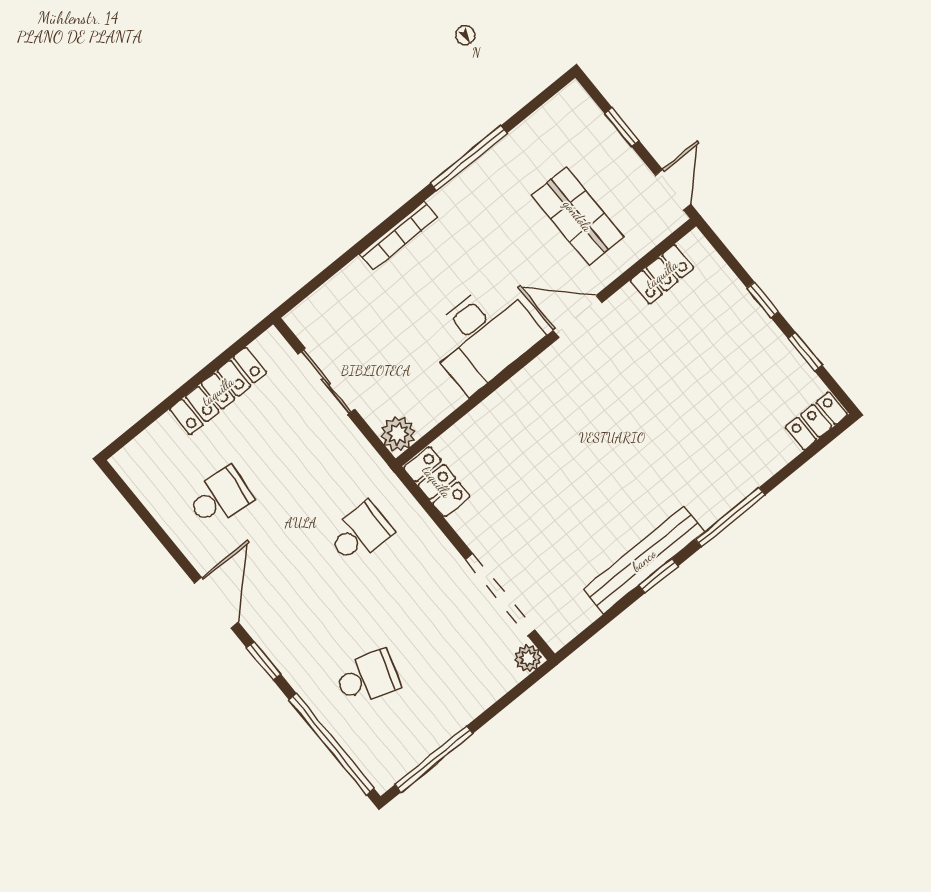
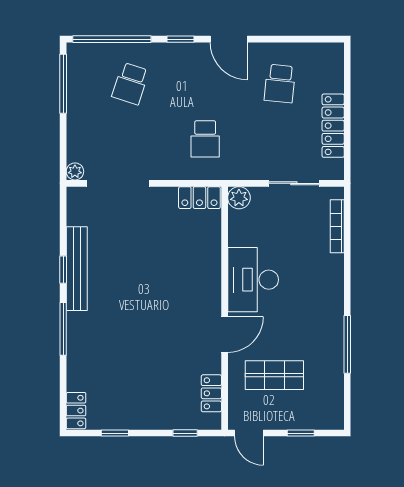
bookcase: (399, 236) -> (337, 226), moved
window: (763, 300) -> (185, 433), moved

